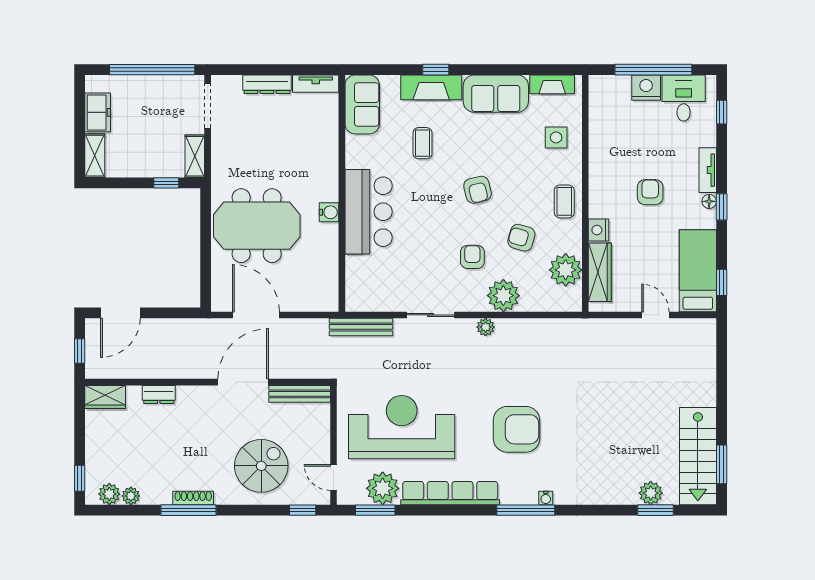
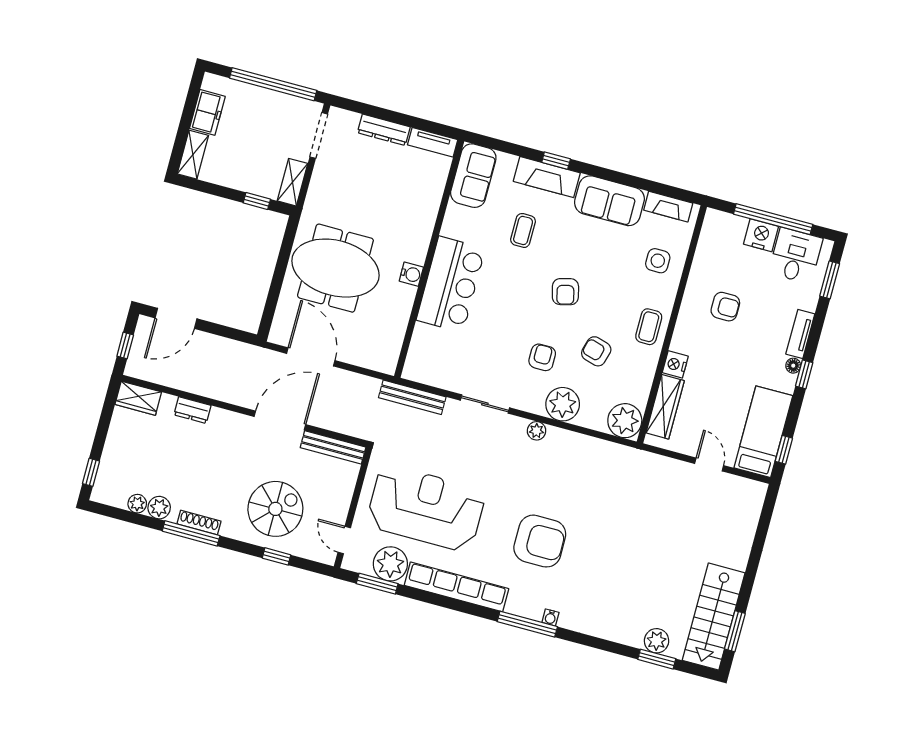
window: (722, 112) -> (830, 280), width x1.50
armchair: (650, 192) -> (725, 307), moved, turned 90
plant: (566, 270) -> (625, 421), moved
plant: (109, 494) -> (159, 508), moved
window: (303, 510) -> (277, 556), moved

